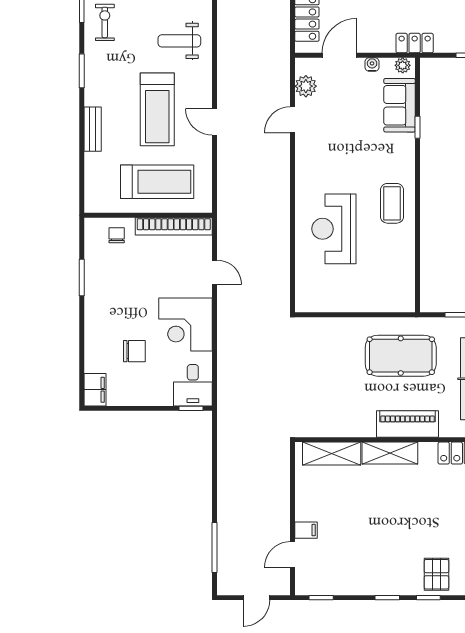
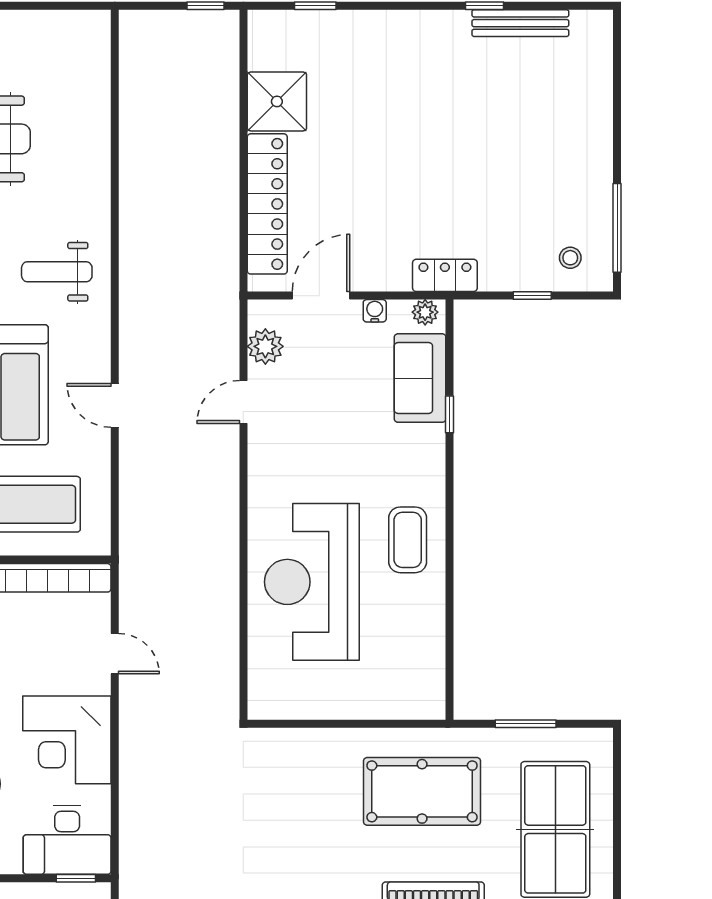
reception desk: (334, 229) -> (312, 582), width x1.36, depth x1.30
desk: (193, 385) -> (67, 840), width x1.37

